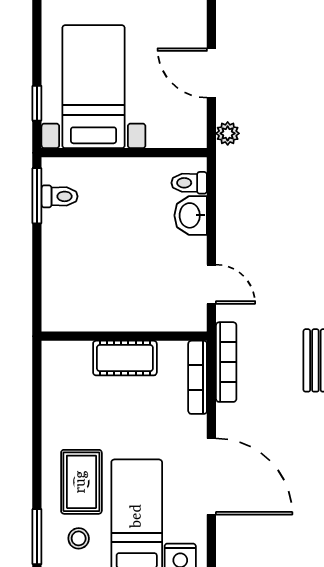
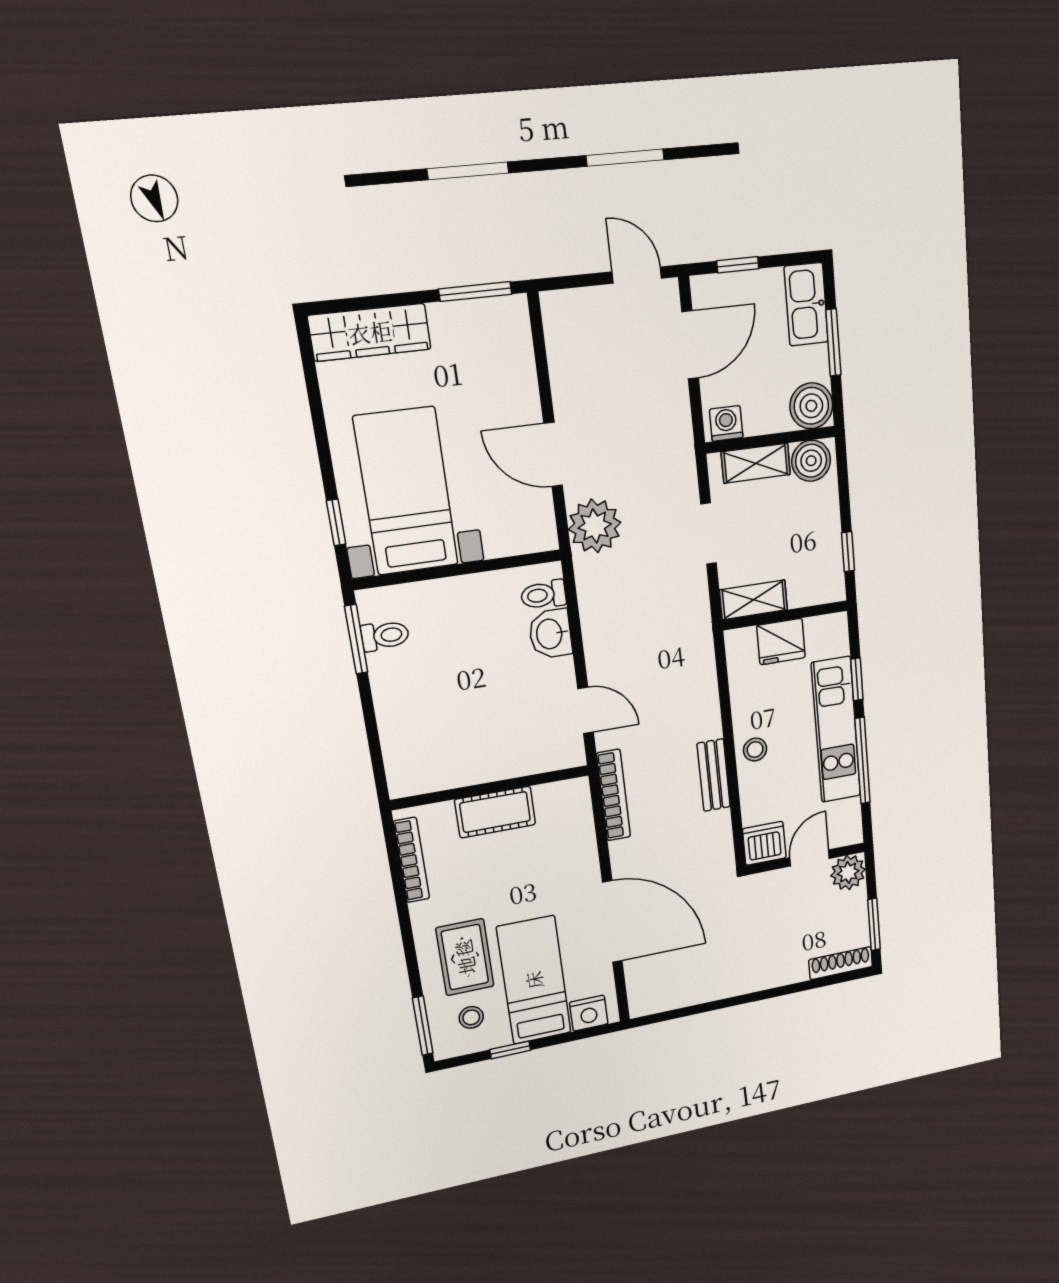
plant: (228, 133) -> (595, 526), width x1.88, depth x1.88
bookcase: (198, 377) -> (412, 860), moved, turned 180

